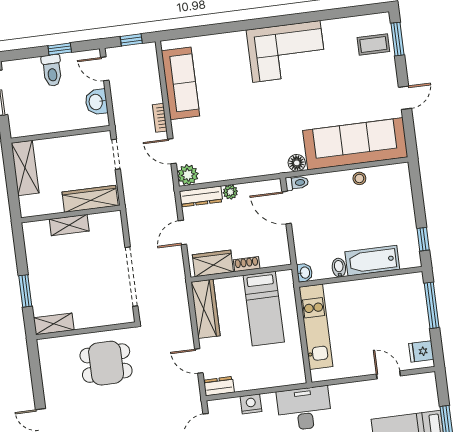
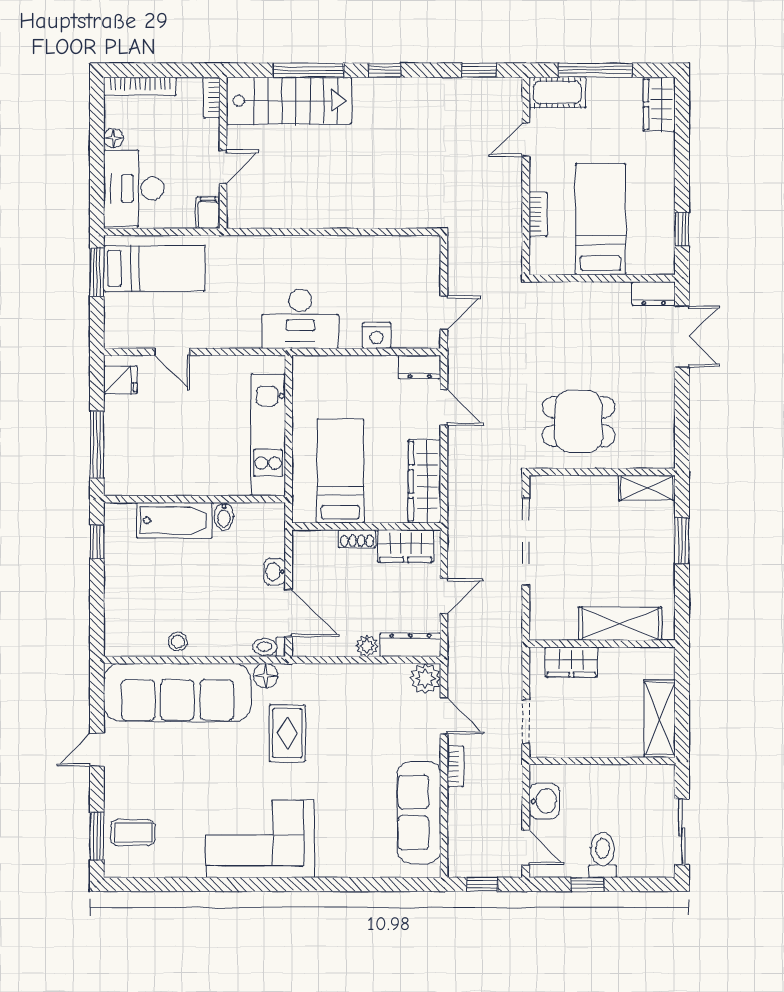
rug: (277, 126) -> (287, 733), added
wardrobe: (90, 199) -> (571, 662), width x0.67
shelving: (69, 225) -> (620, 624), width x1.50, depth x1.33
washbasin: (305, 273) -> (275, 572), moved

